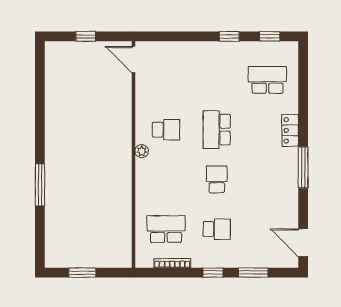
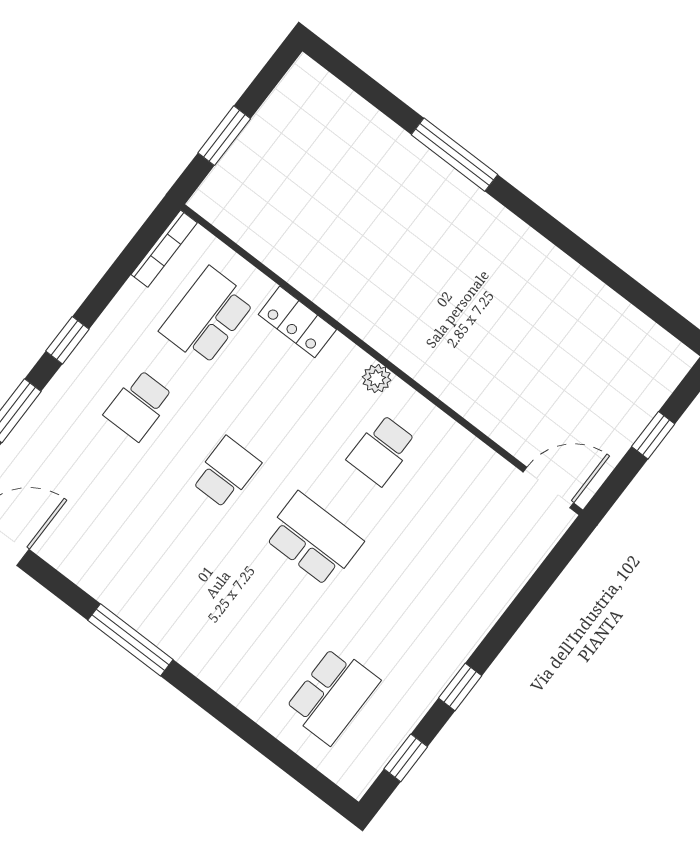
locker: (290, 130) -> (297, 322), moved, turned 180
school desk: (217, 179) -> (226, 472), turned -90
school desk: (166, 229) -> (207, 316), turned 180
bookcase: (172, 263) -> (164, 249), moved
window: (82, 273) -> (224, 136), moved

